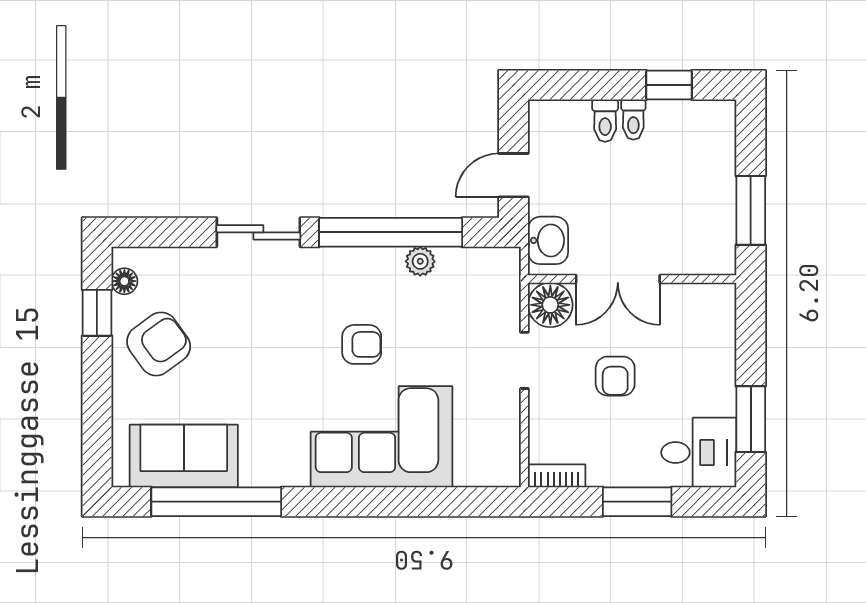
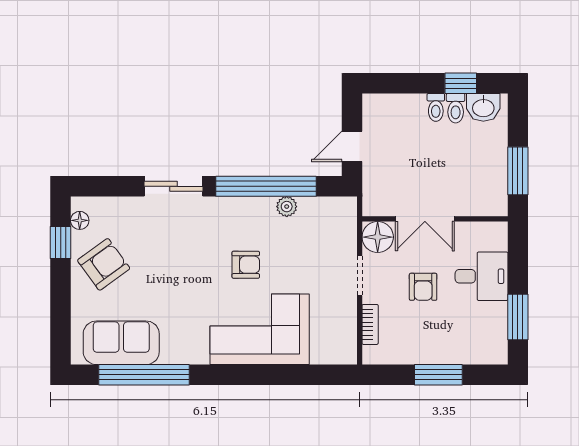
toilet: (605, 121) -> (456, 108), moved
washbasin: (548, 240) -> (483, 107), moved, turned 90
desk: (699, 453) -> (482, 276), moved
bookcase: (557, 476) -> (370, 324), moved, turned 90

